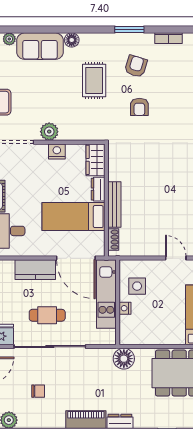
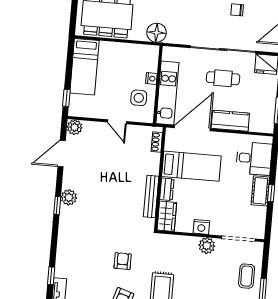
bench: (114, 204) -> (151, 197), moved
door: (76, 258) -> (192, 128), hinge flipped
door: (176, 258) -> (117, 122), moved

